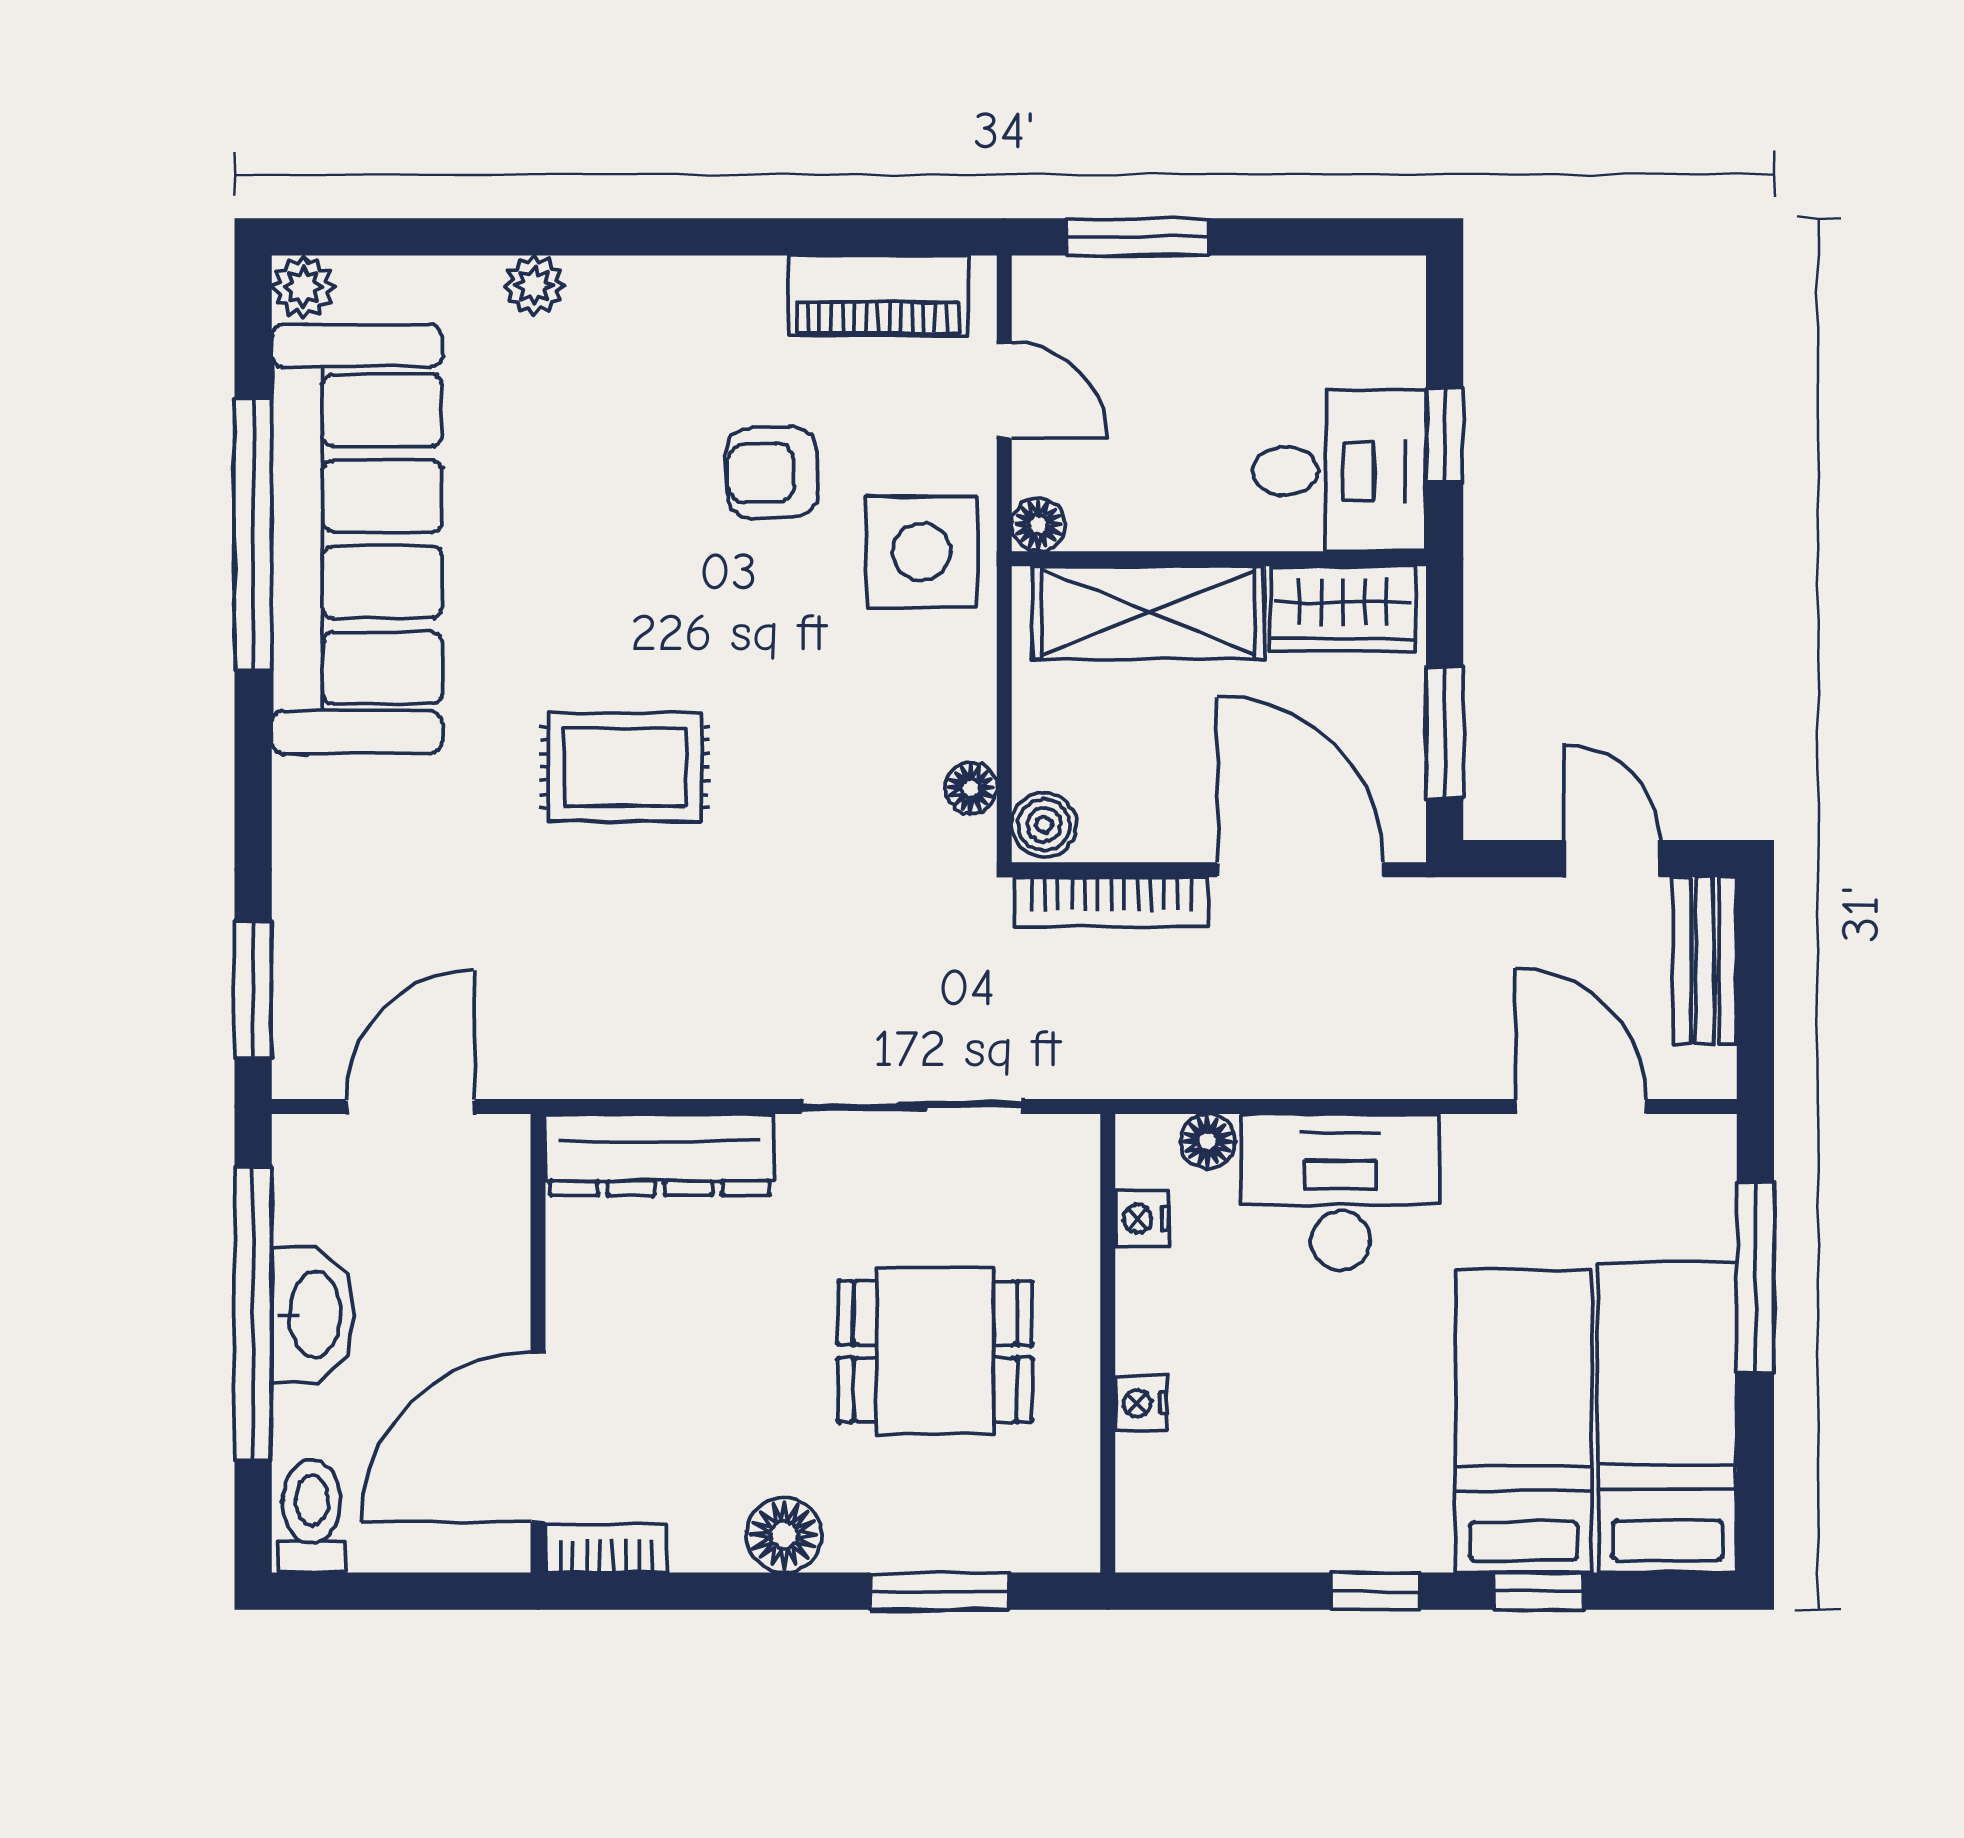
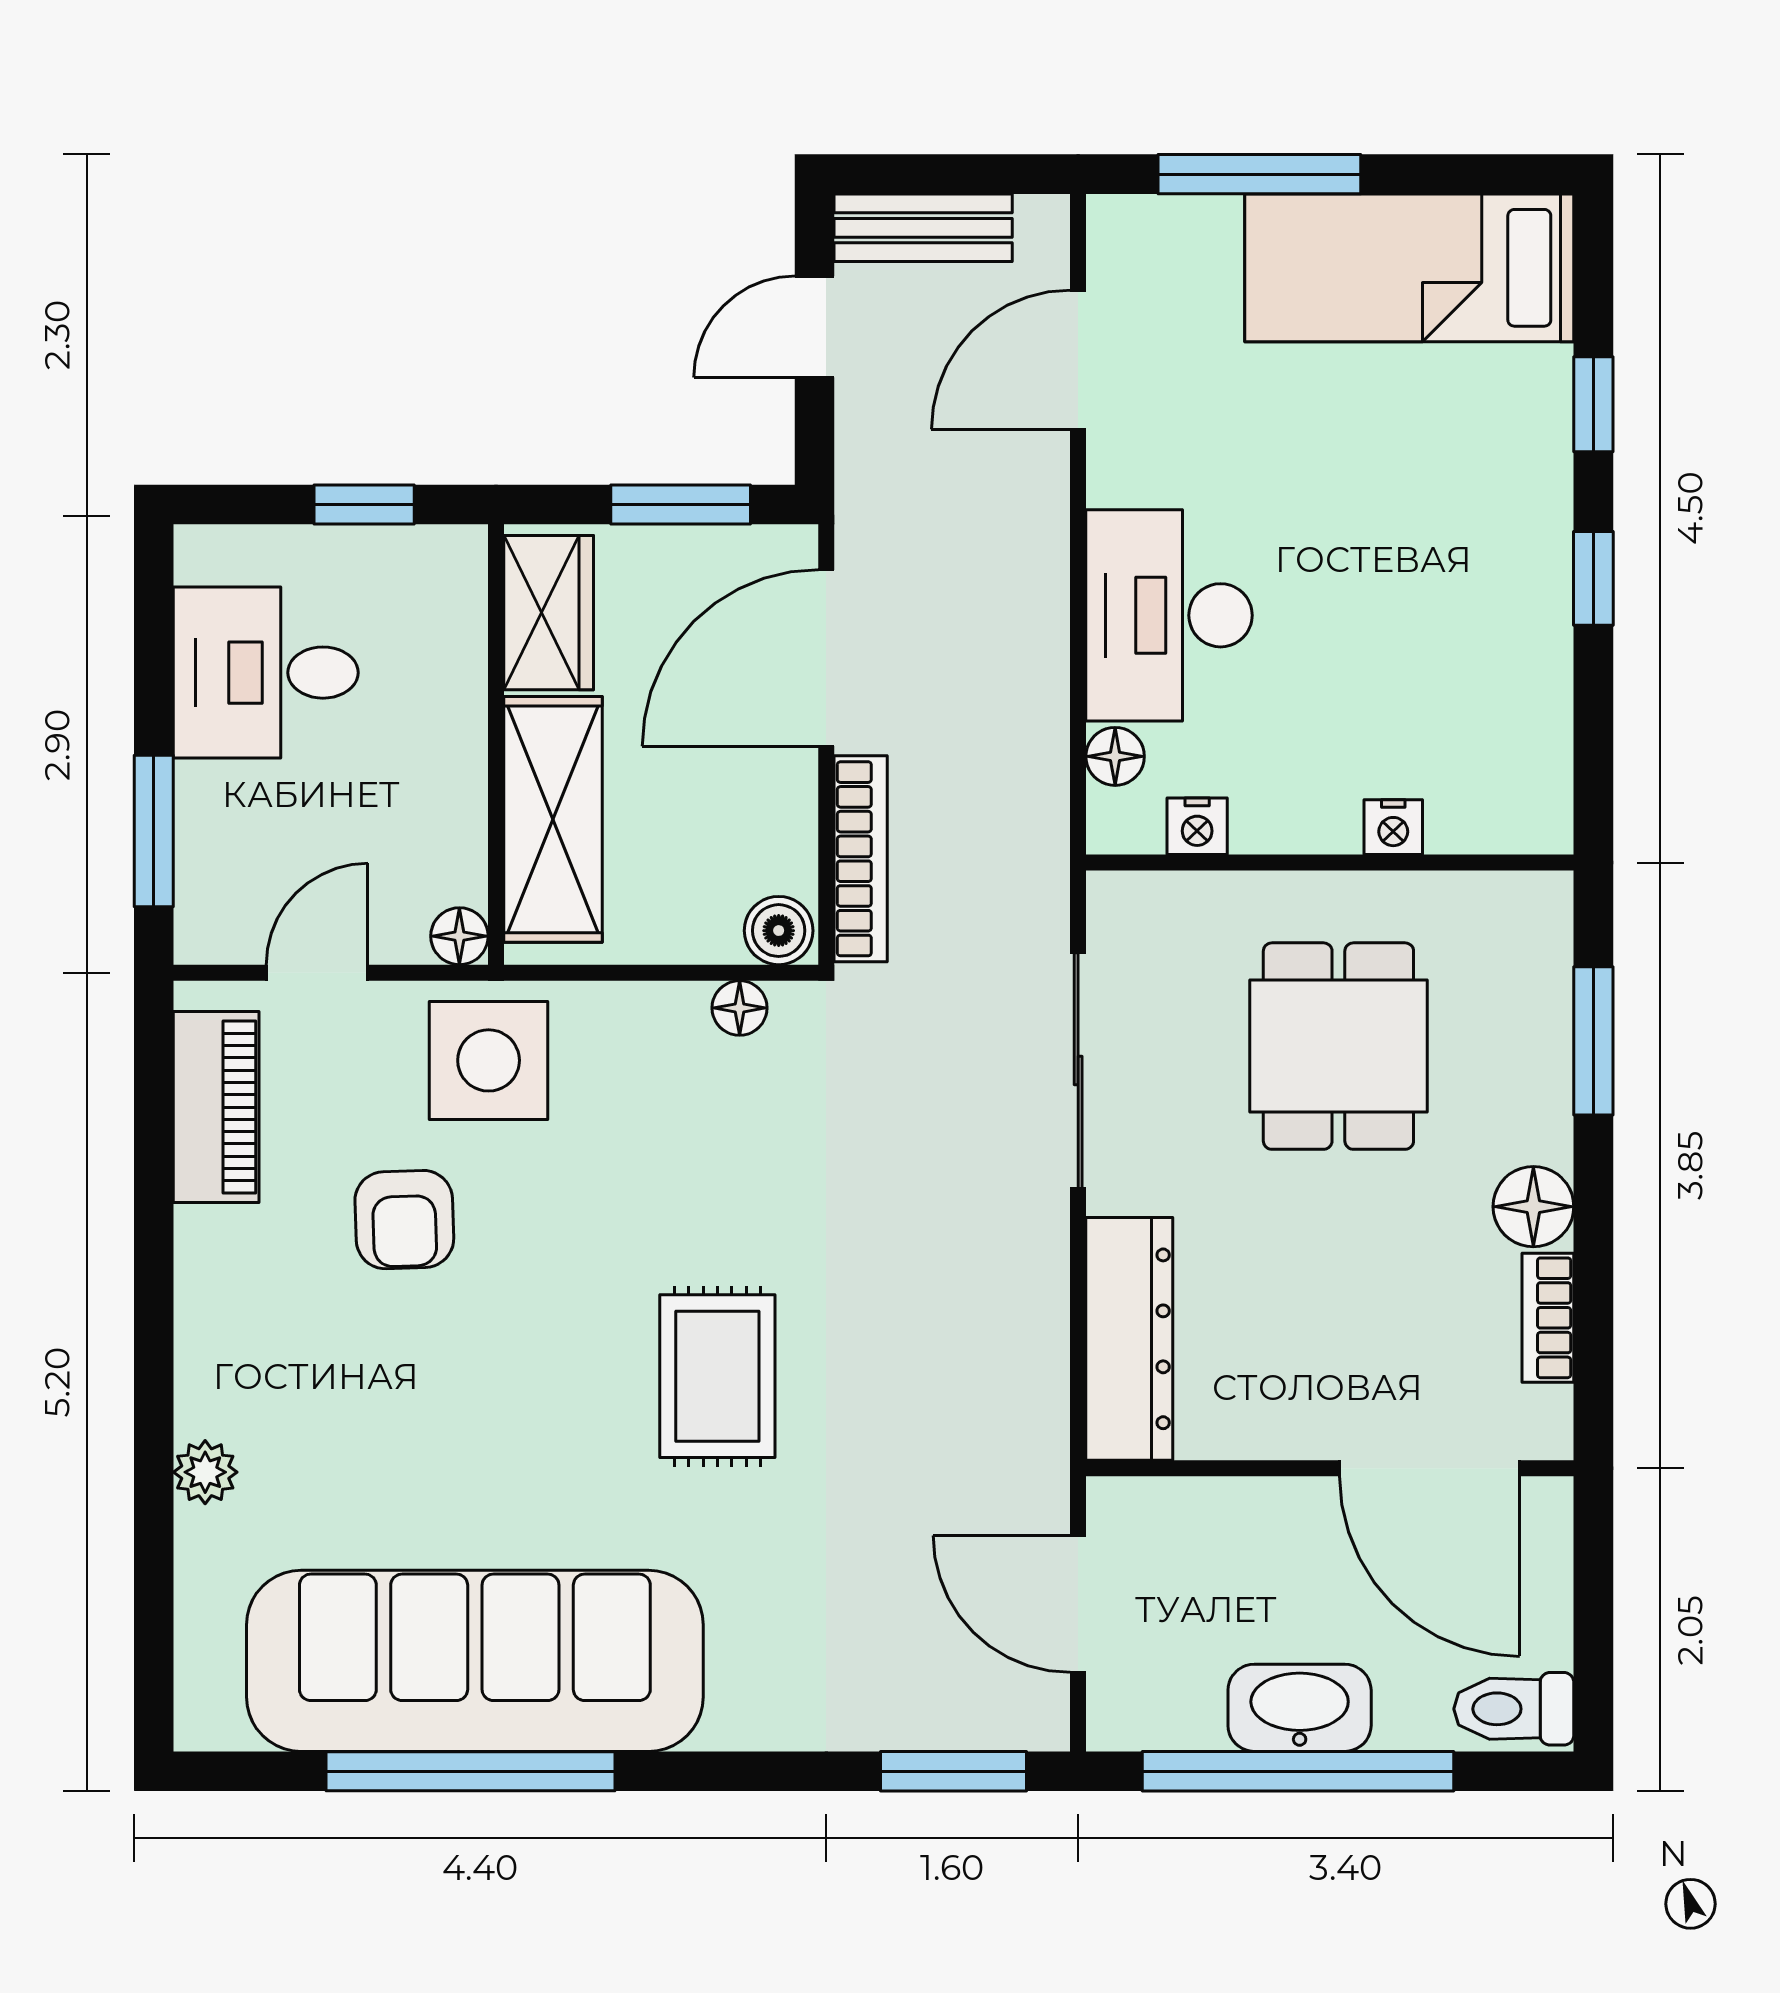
plant: (303, 287) -> (207, 1718), removed
desk: (1339, 471) -> (266, 673), moved, turned -90
bed: (1523, 1421) -> (1413, 421), removed
bookcase: (606, 1548) -> (1548, 1318), moved

